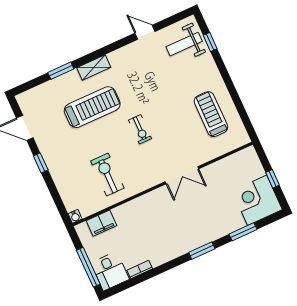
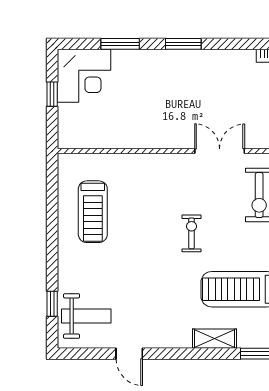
double door: (182, 175) -> (220, 151), moved

